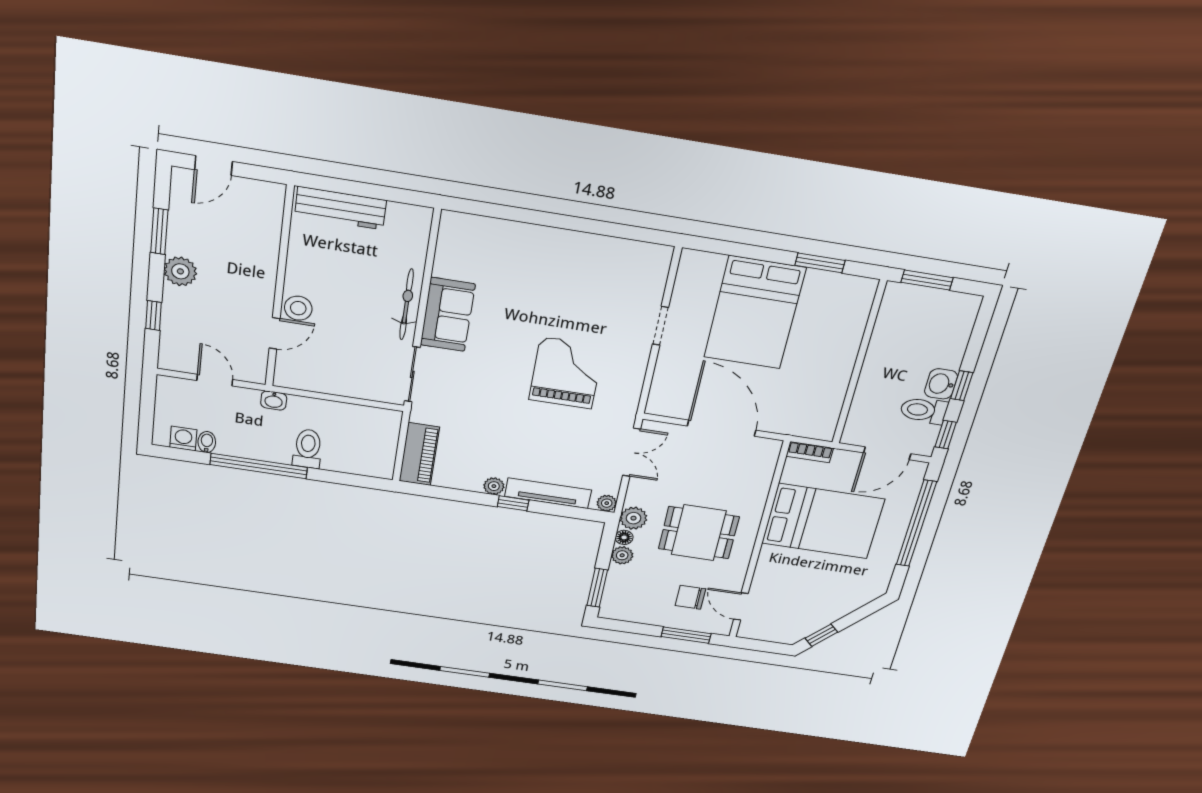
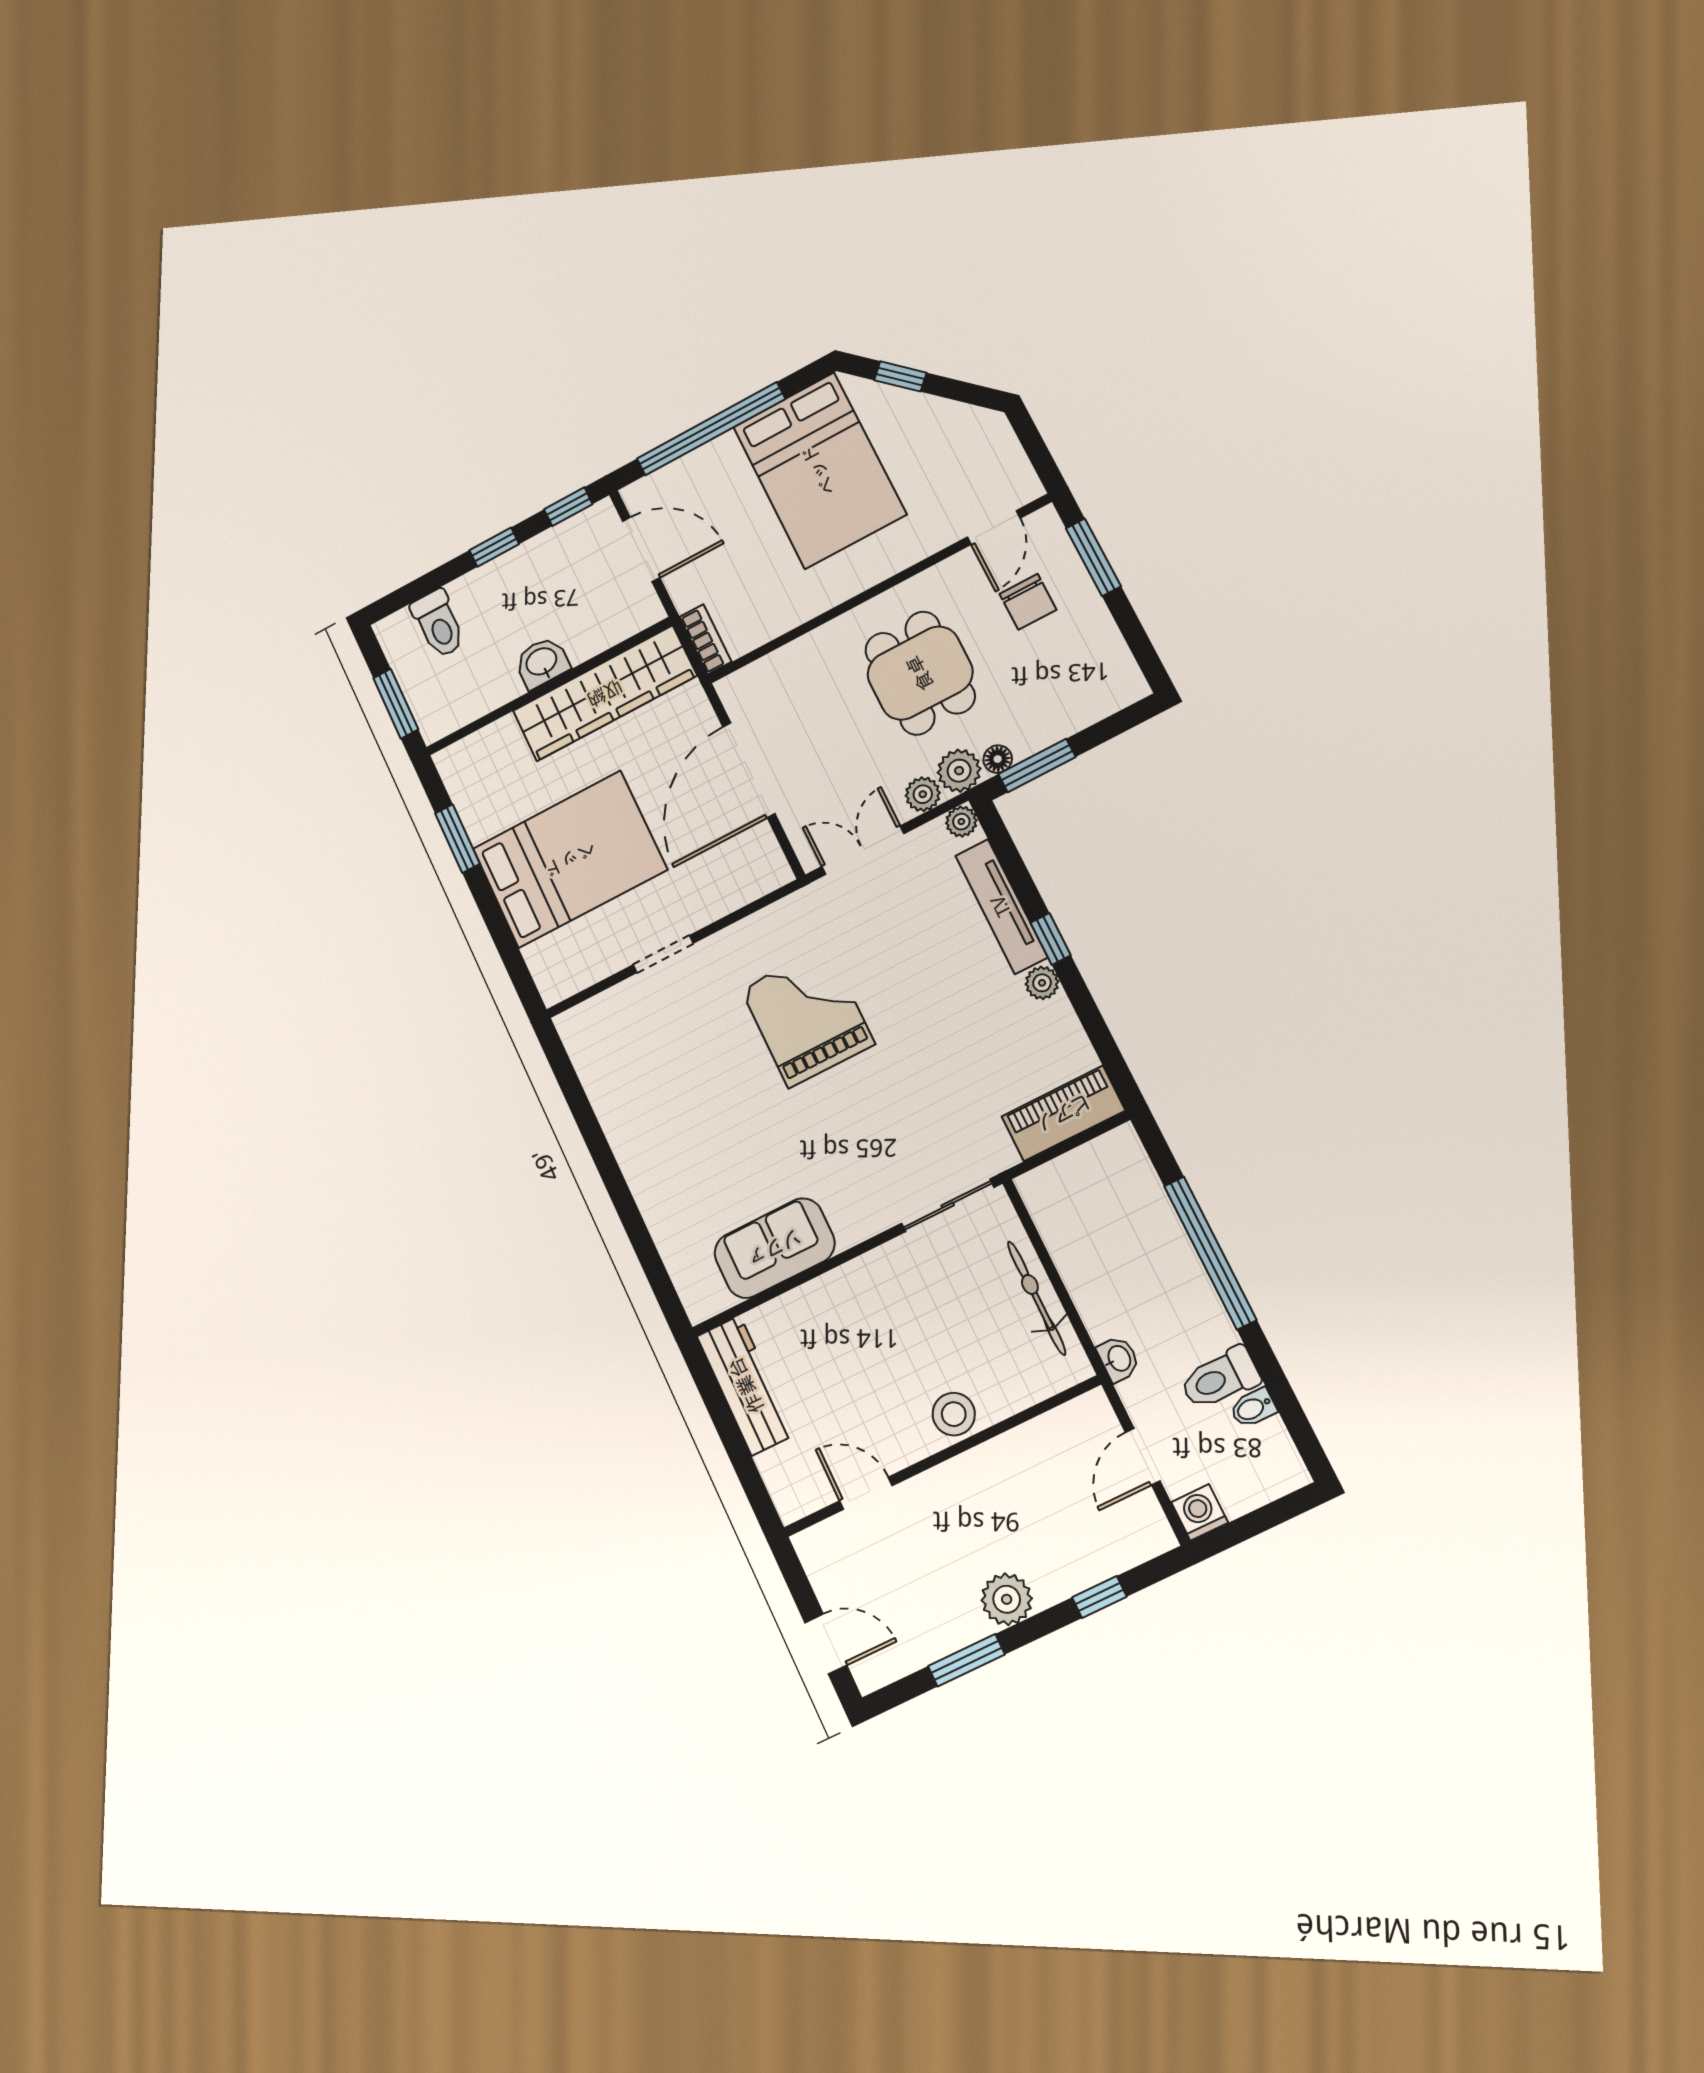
workbench: (341, 208) -> (746, 1385), moved
bicycle: (407, 304) -> (1037, 1298), moved, turned 90
sofa: (448, 315) -> (774, 1248), moved
door: (275, 333) -> (866, 1493), moved
grand piano: (566, 373) -> (808, 1016), turned 90
washbasin: (941, 384) -> (542, 662), moved, turned 180
wardrobe: (828, 388) -> (605, 693), added
toilet: (924, 410) -> (438, 624), moved
washing machine: (183, 439) -> (1200, 1512), moved, turned 90
toilet: (308, 449) -> (1220, 1378), moved
window: (259, 466) -> (1210, 1253), moved
bed: (823, 521) -> (819, 470), moved, turned 180
plant: (622, 555) -> (923, 794), moved
window: (597, 588) -> (1037, 766), moved
window: (821, 635) -> (900, 376), moved

